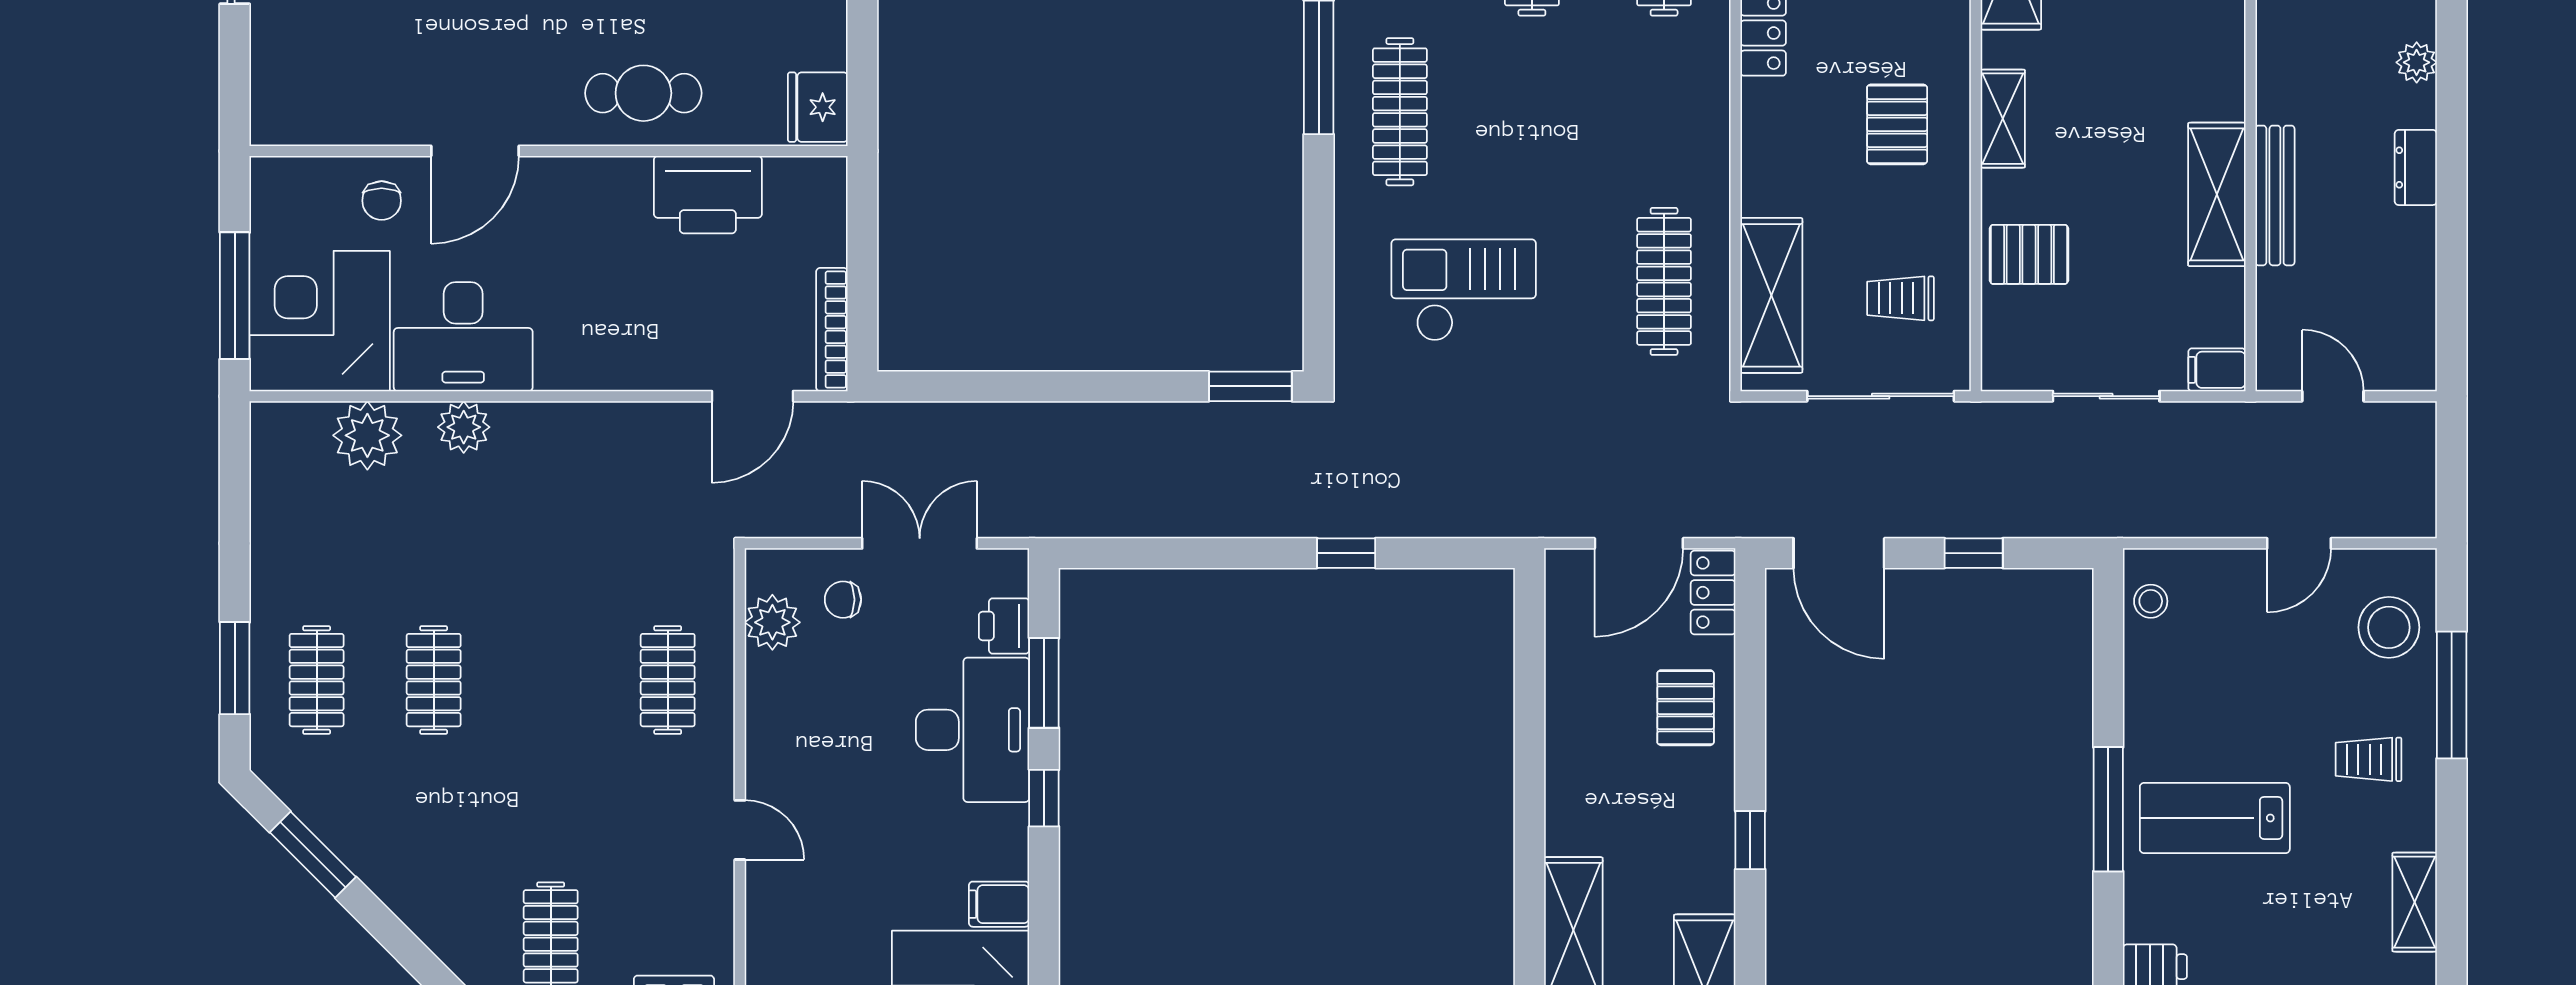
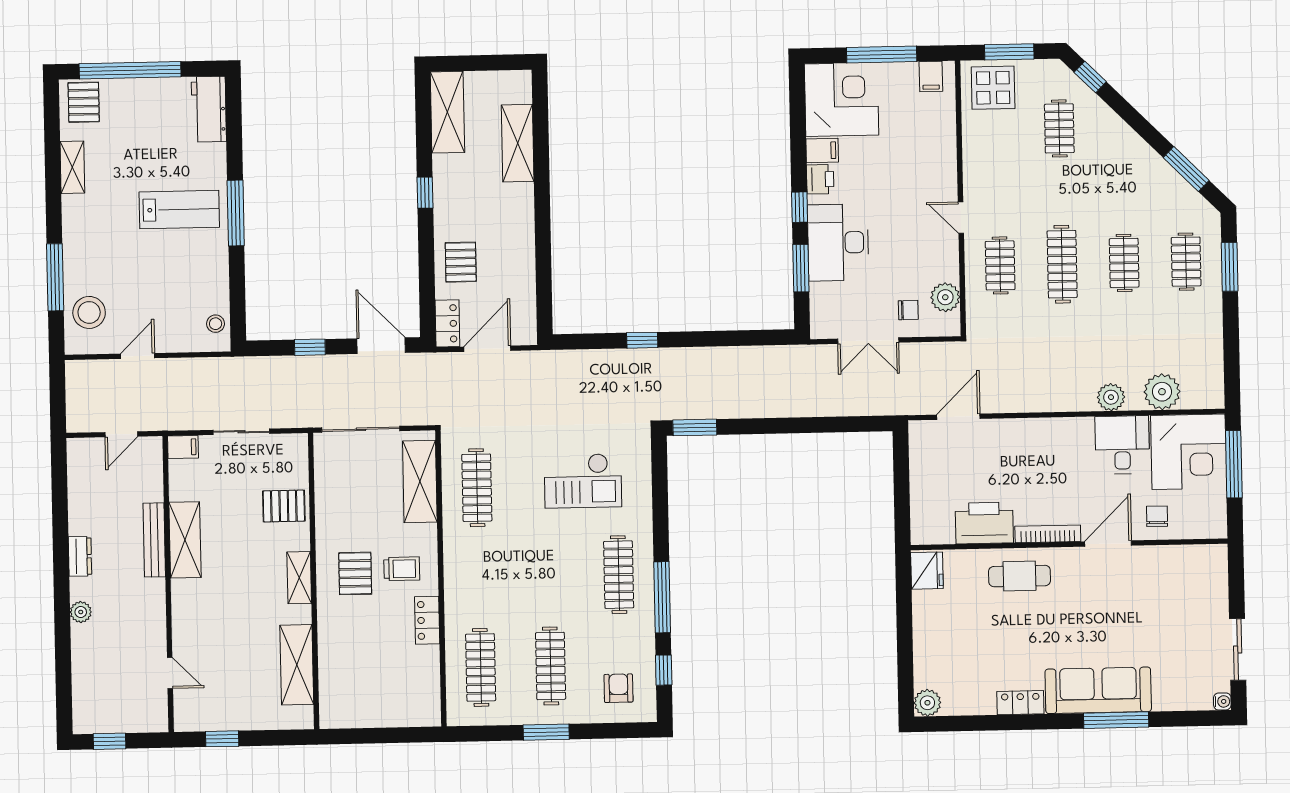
trolley: (1900, 298) -> (402, 569), moved
bookcase: (832, 330) -> (1048, 534), moved, turned -90
desk: (463, 337) -> (1122, 445), width x0.73
door: (2333, 396) -> (121, 434), hinge flipped
printer: (1004, 626) -> (820, 179), moved
clothes rail: (551, 680) -> (1062, 264), added
trolley: (2368, 759) -> (98, 242), removed
door: (740, 830) -> (961, 218), moved

